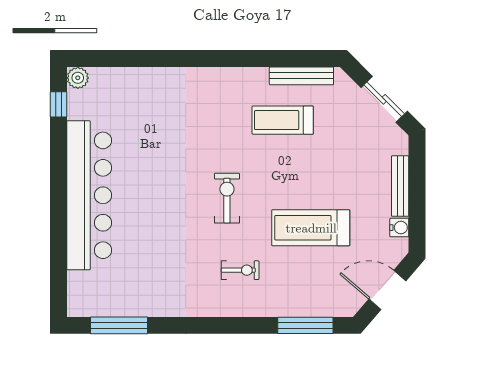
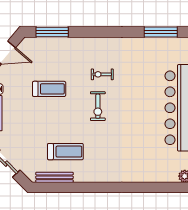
treadmill: (311, 228) -> (49, 89), width x0.73, depth x0.73
exercise bike: (240, 270) -> (102, 74), moved

